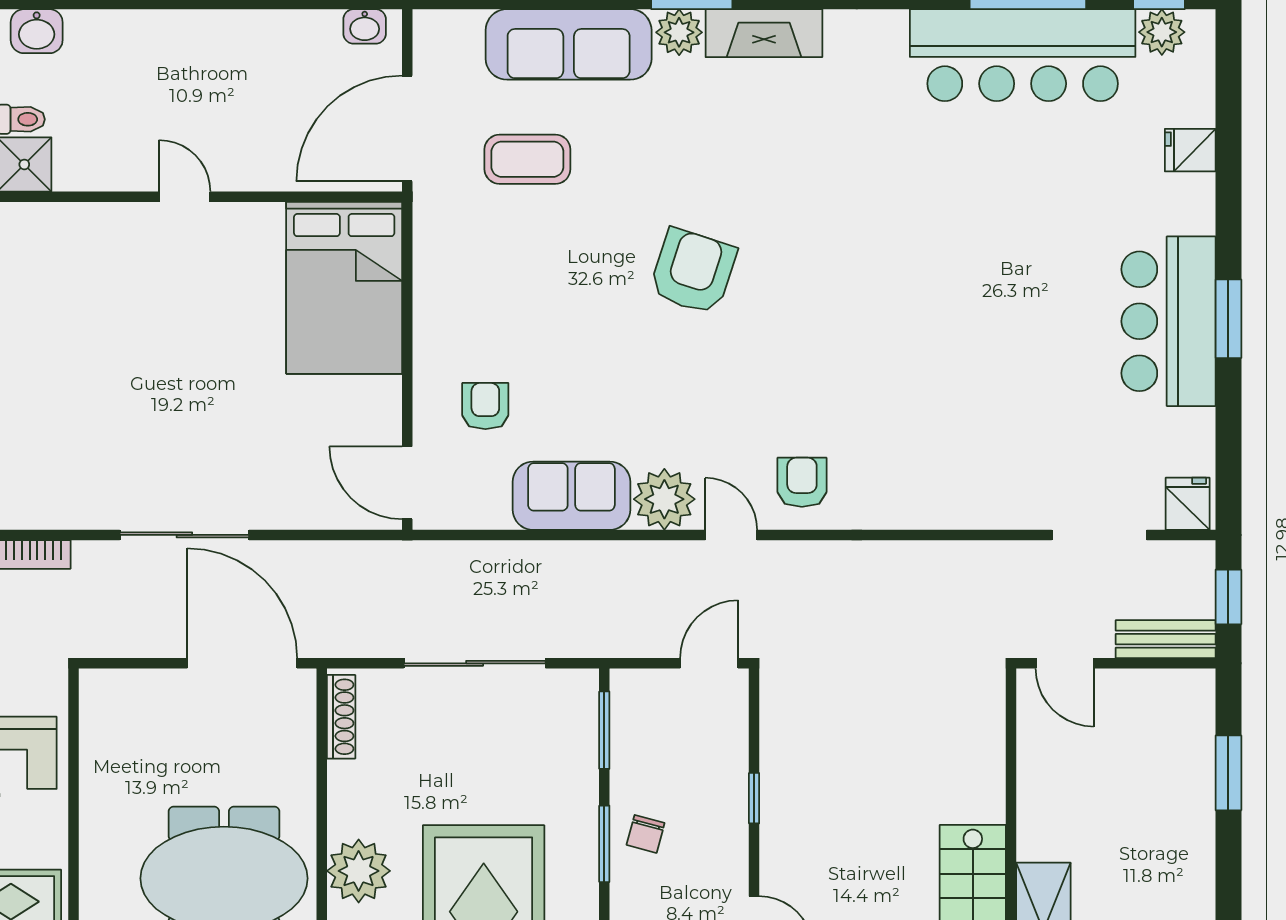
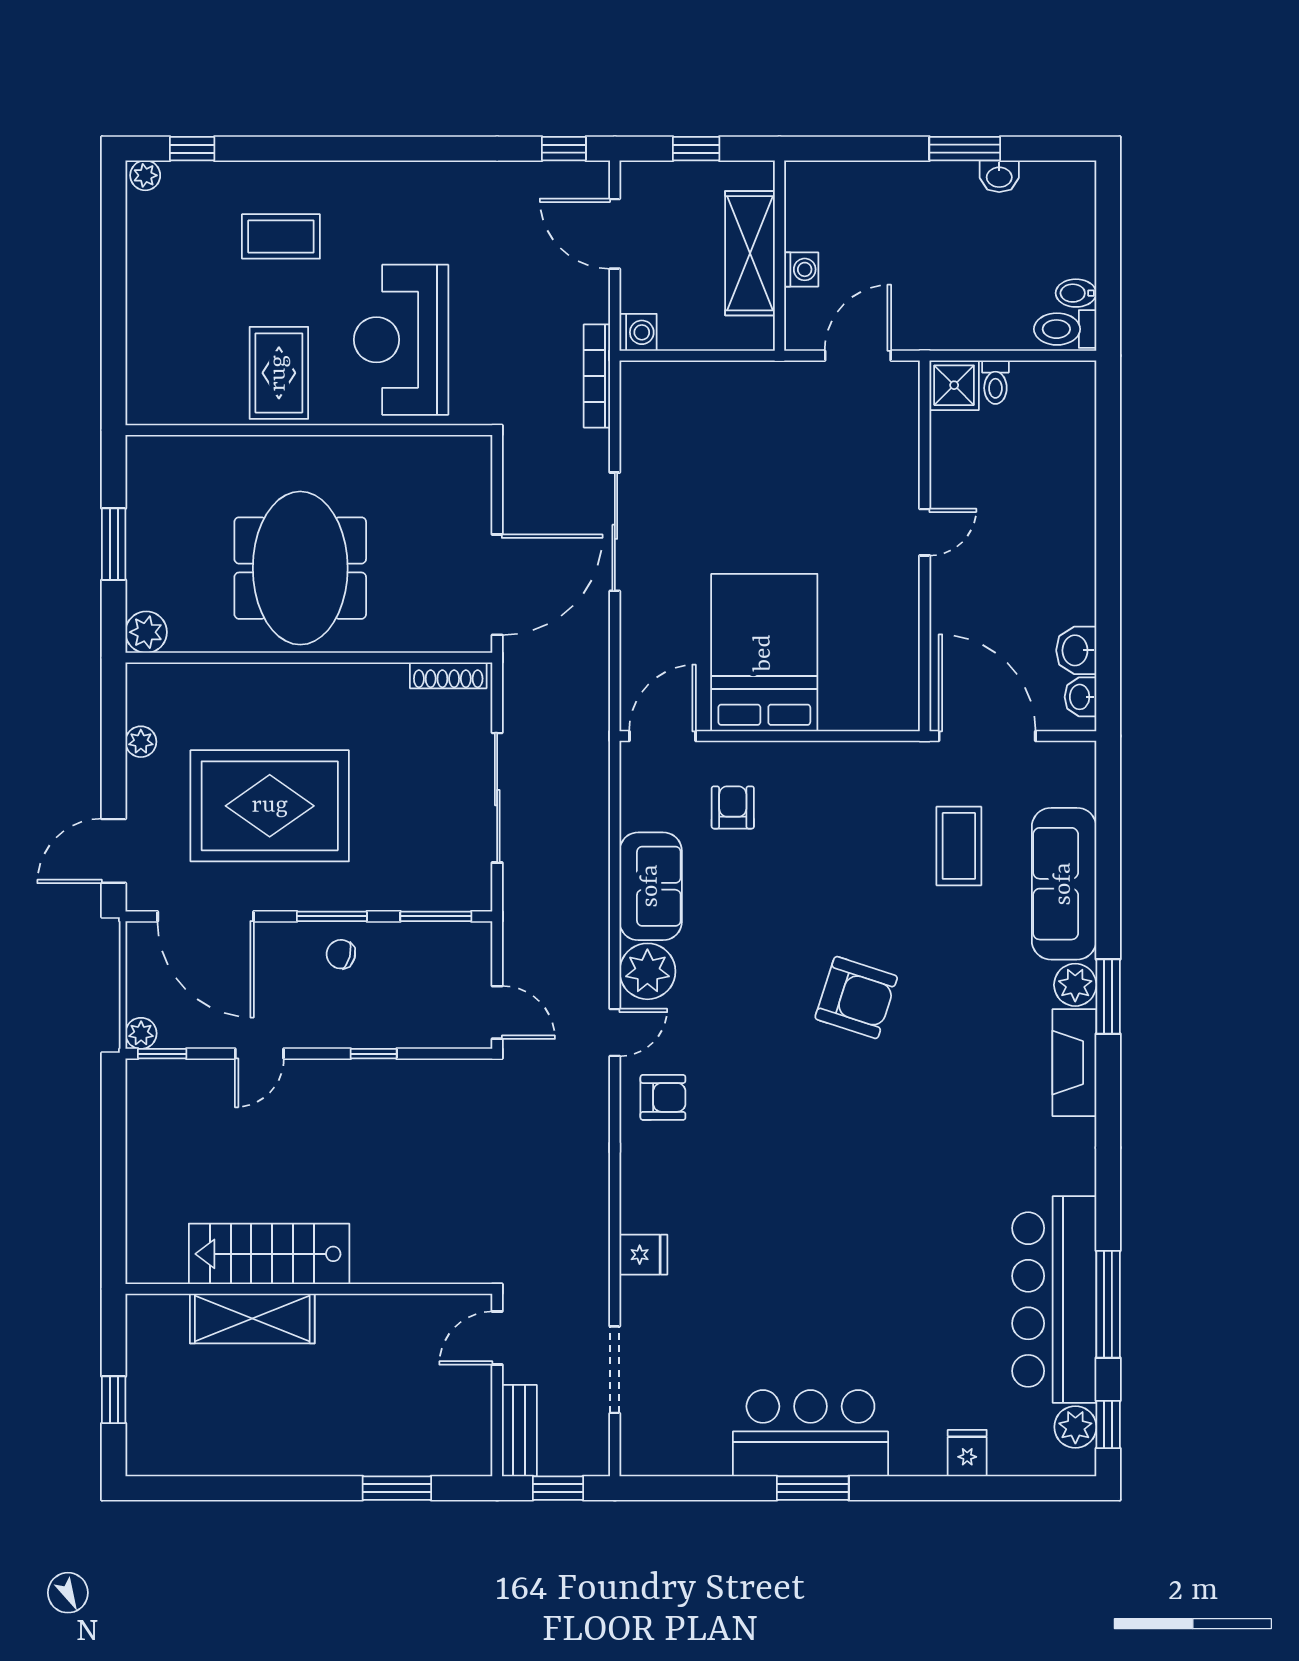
washbasin: (37, 31) -> (1076, 650), moved
bed: (344, 288) -> (764, 653), moved, turned 90
armchair: (485, 406) -> (733, 807), turned -90
fridge: (1188, 504) -> (643, 1255), moved
plant: (359, 871) -> (307, 691), removed

